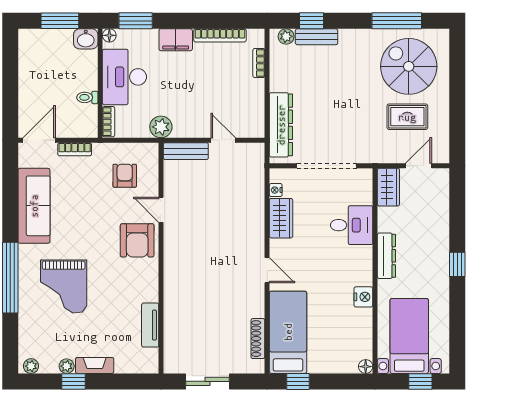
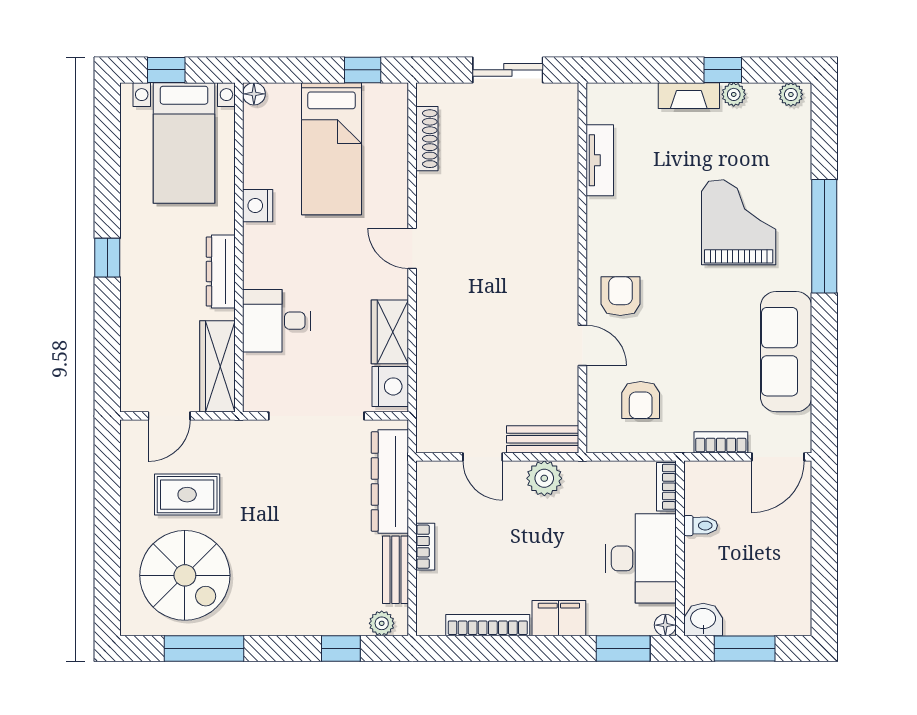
bench: (317, 37) -> (395, 570), moved, turned 90
bookcase: (259, 63) -> (425, 547), moved
plant: (161, 127) -> (544, 478), moved
wardrobe: (388, 187) -> (217, 366), width x1.50
nightstand: (276, 190) -> (390, 386), width x1.89, depth x1.79
armchair: (137, 240) -> (620, 296), width x0.72, depth x0.72
bed: (288, 332) -> (332, 149), moved

